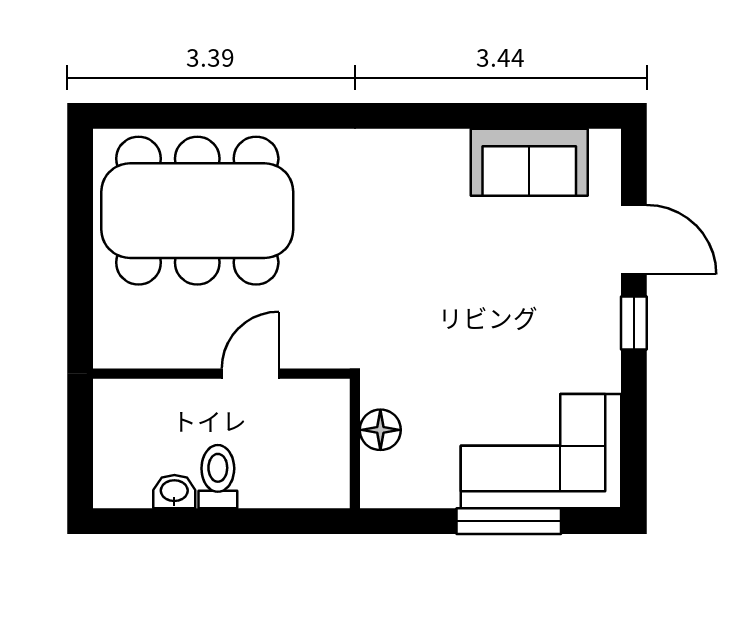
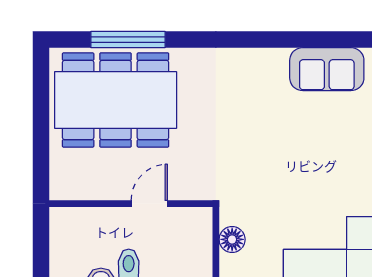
window: (217, 116) -> (128, 40), added

